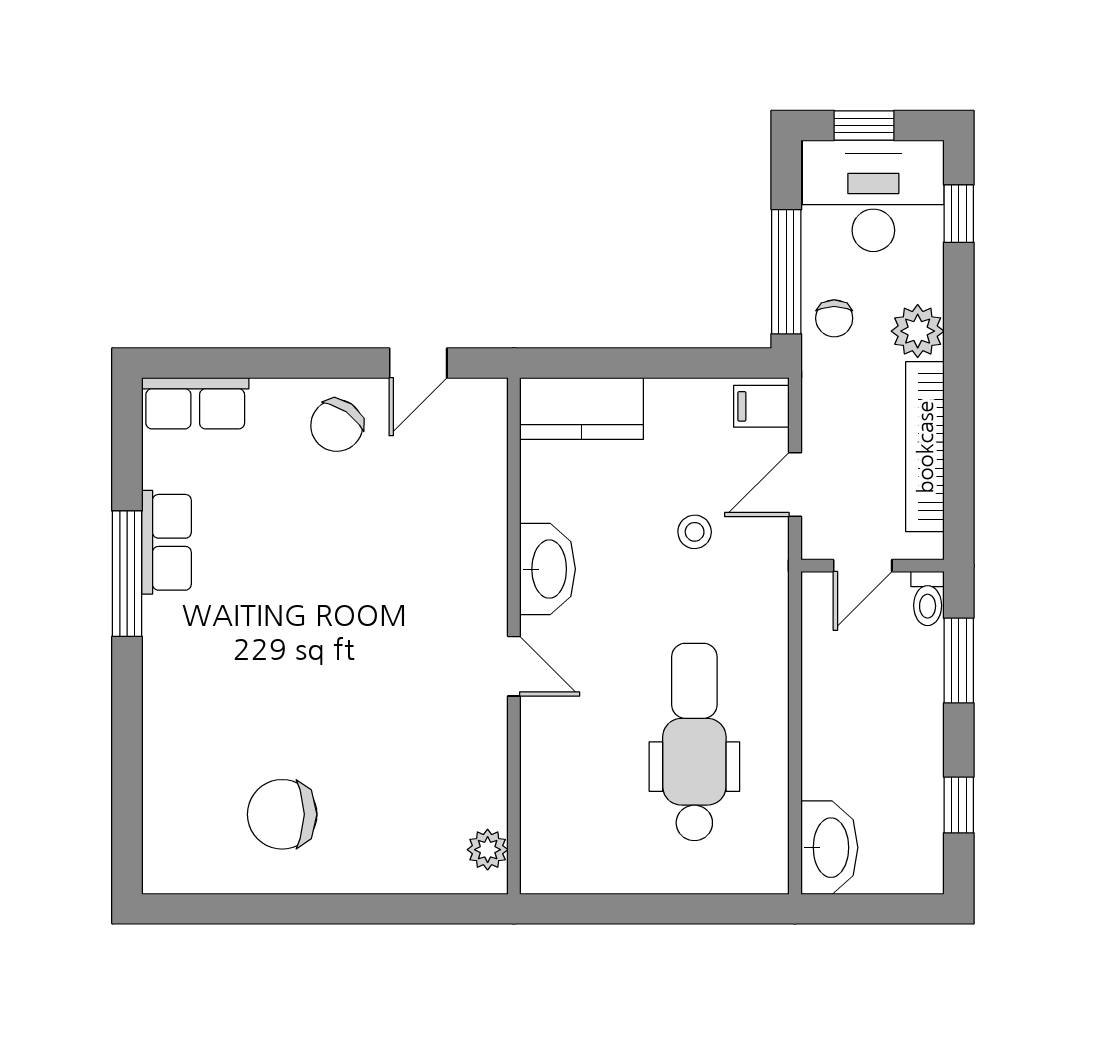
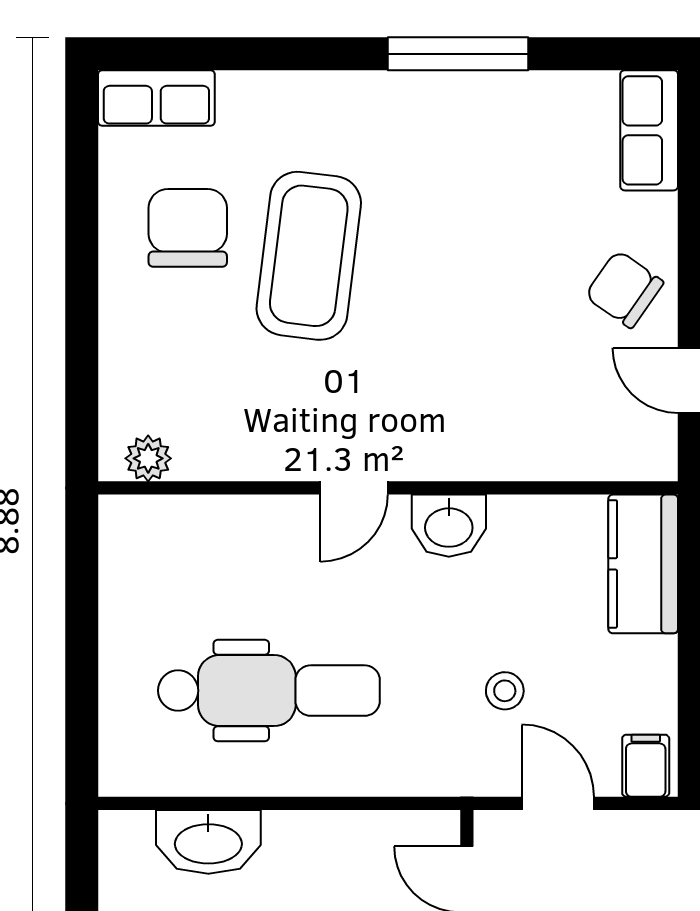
row of seats: (166, 542) -> (156, 98), moved
washbasin: (547, 569) -> (449, 526), width x0.72
coffee table: (307, 707) -> (309, 256), added
washbasin: (829, 848) -> (208, 842), moved

